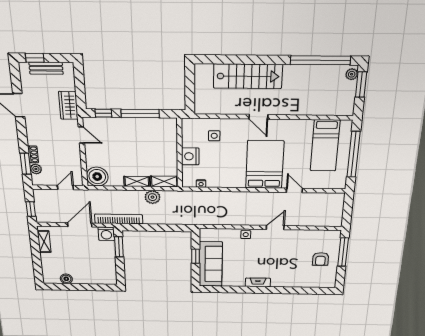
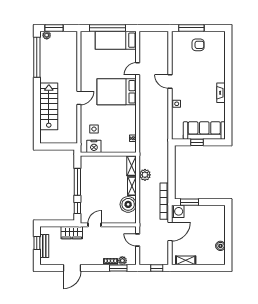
window: (35, 58) -> (37, 243), moved
bed: (325, 146) -> (116, 40), moved, turned 180
nightstand: (190, 156) -> (94, 146), moved
boiler: (97, 177) -> (128, 204), moved
door: (80, 225) -> (170, 232), swing flipped

